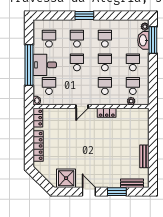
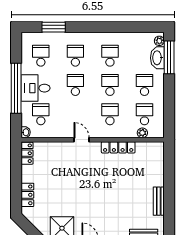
window: (84, 16) -> (54, 27), moved
door: (82, 107) -> (82, 140), swing flipped
locker: (107, 113) -> (118, 147), width x1.53
locker: (38, 146) -> (27, 195), width x0.66

